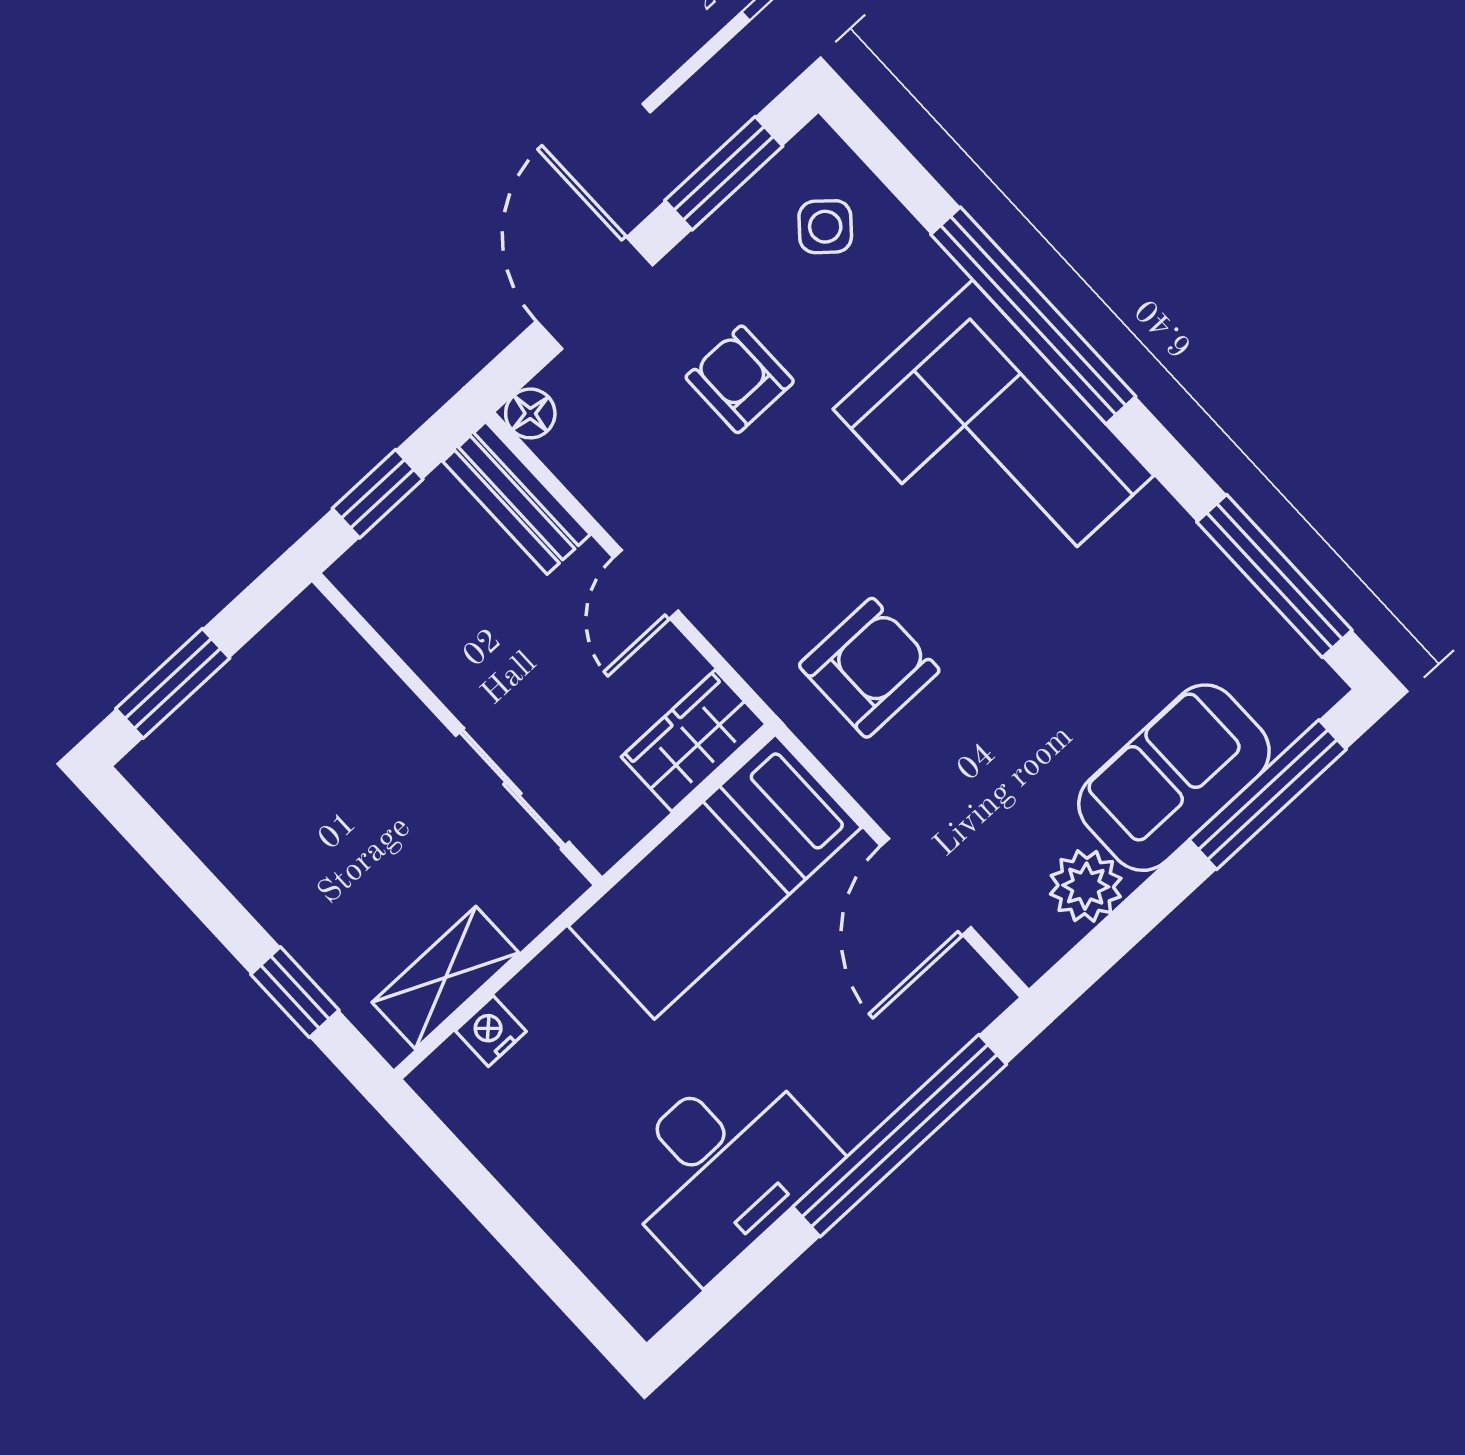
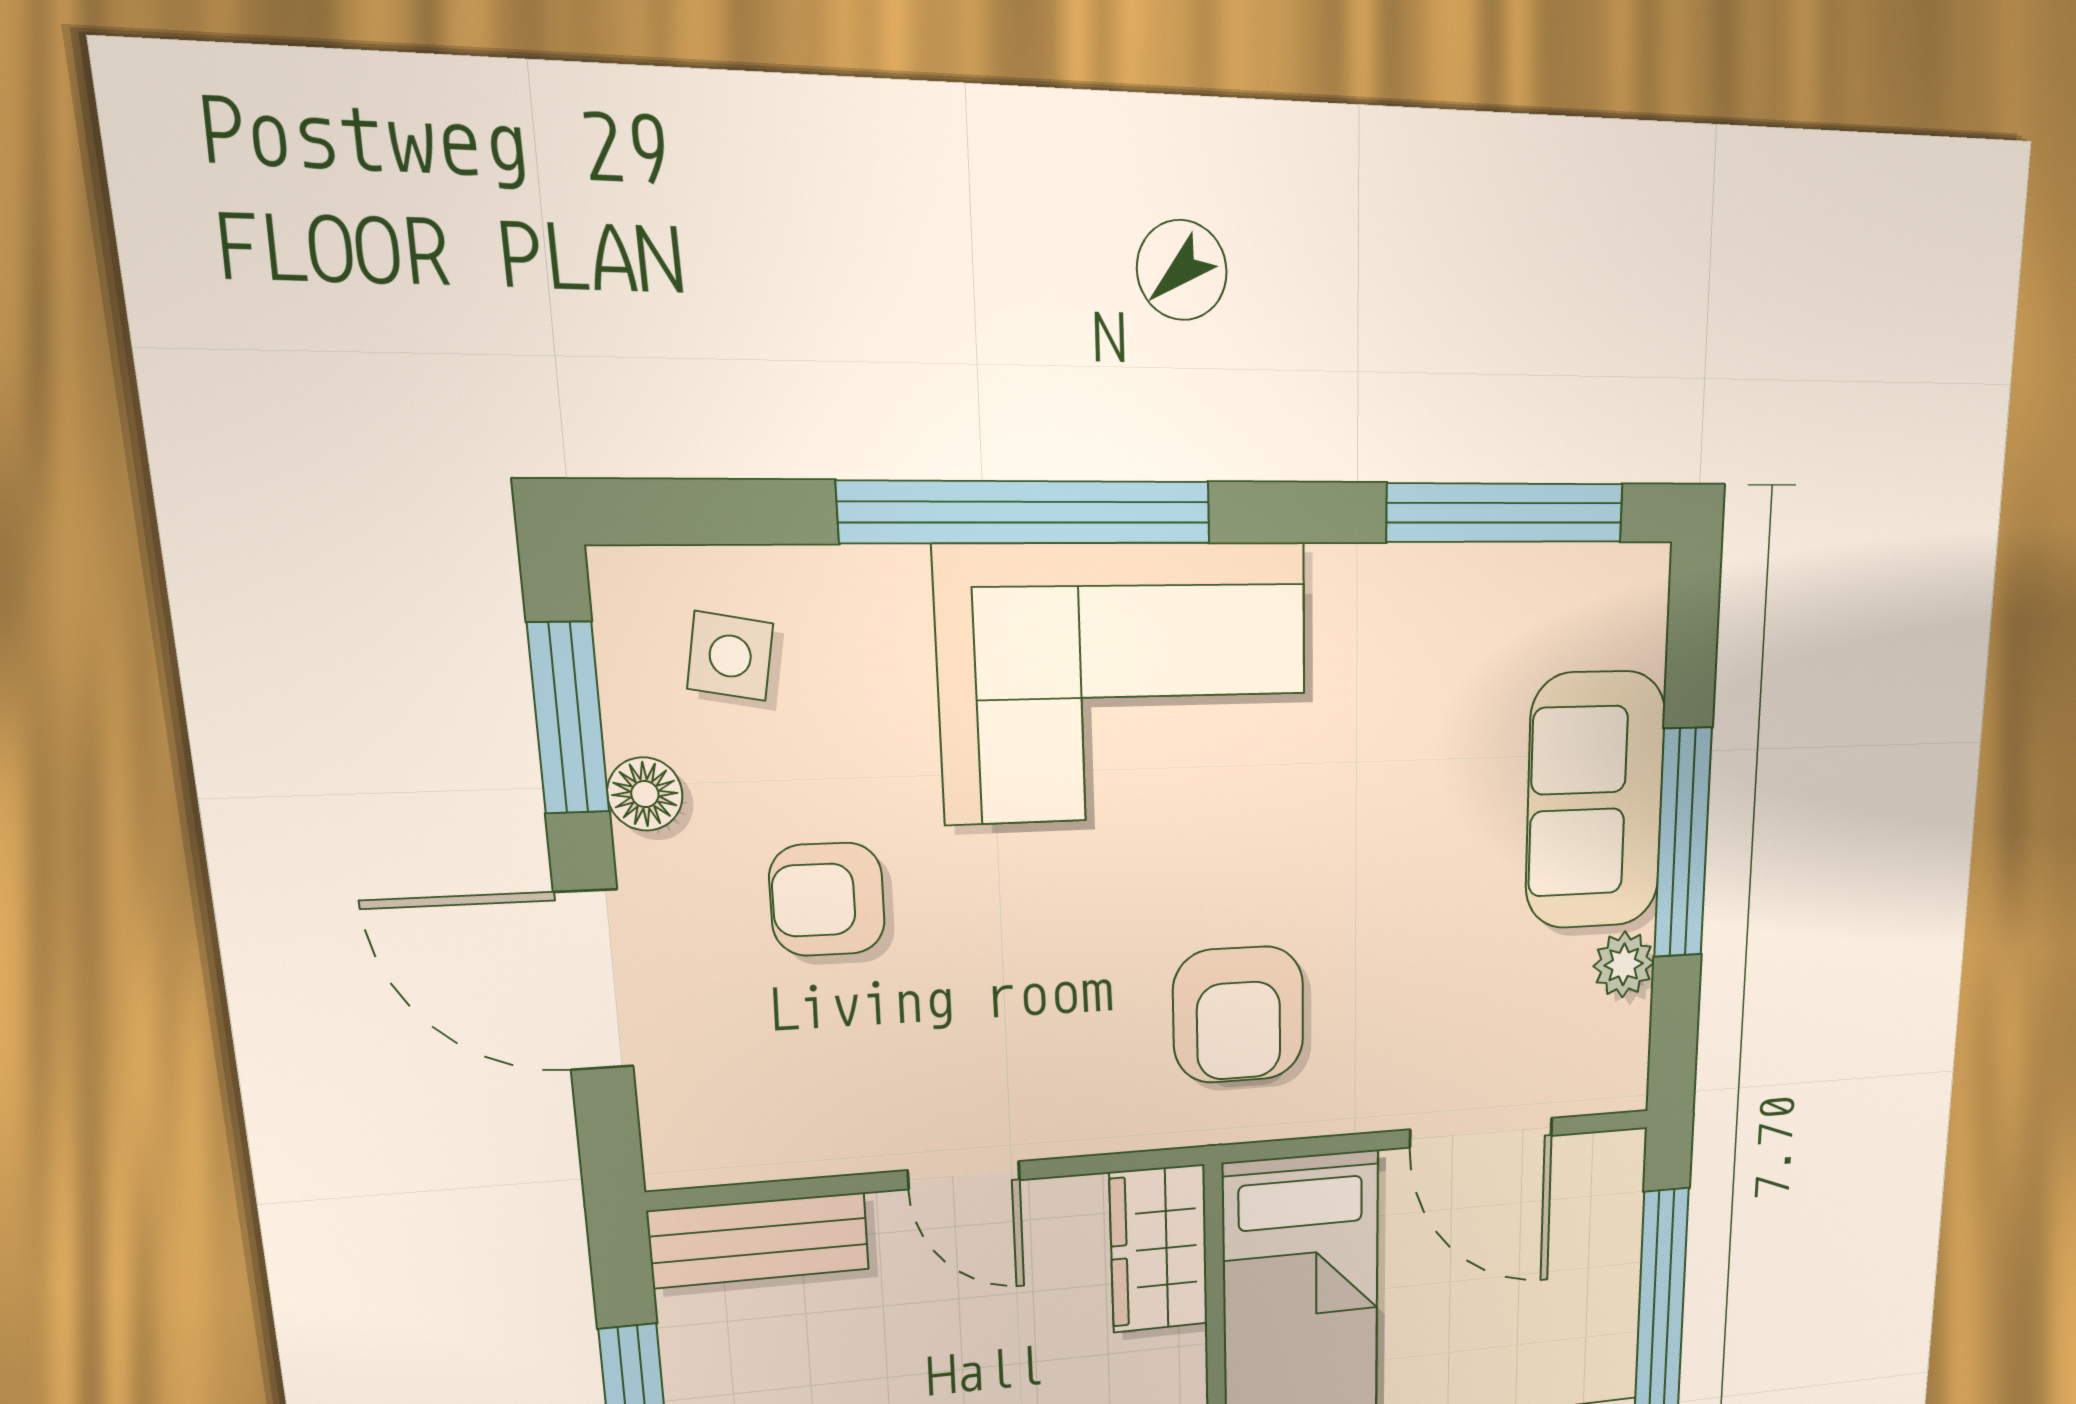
side table: (825, 227) -> (730, 656), turned -31
floor lamp: (530, 413) -> (645, 794), moved
armchair: (869, 668) -> (1239, 1015), turned 180
window: (1268, 795) -> (1683, 843), moved
plant: (1086, 886) -> (1624, 964), width x0.73, depth x0.73

